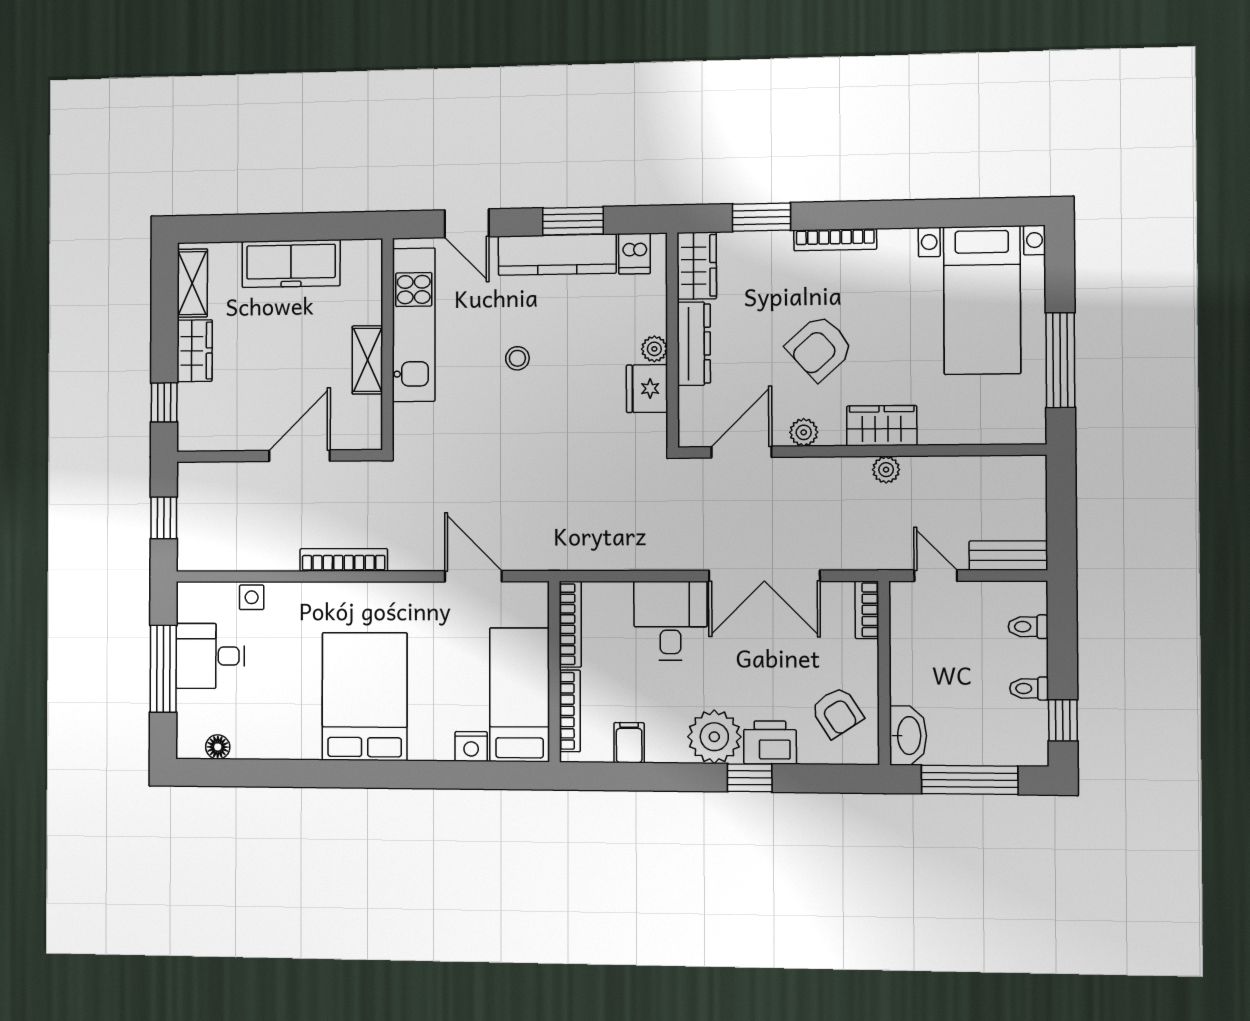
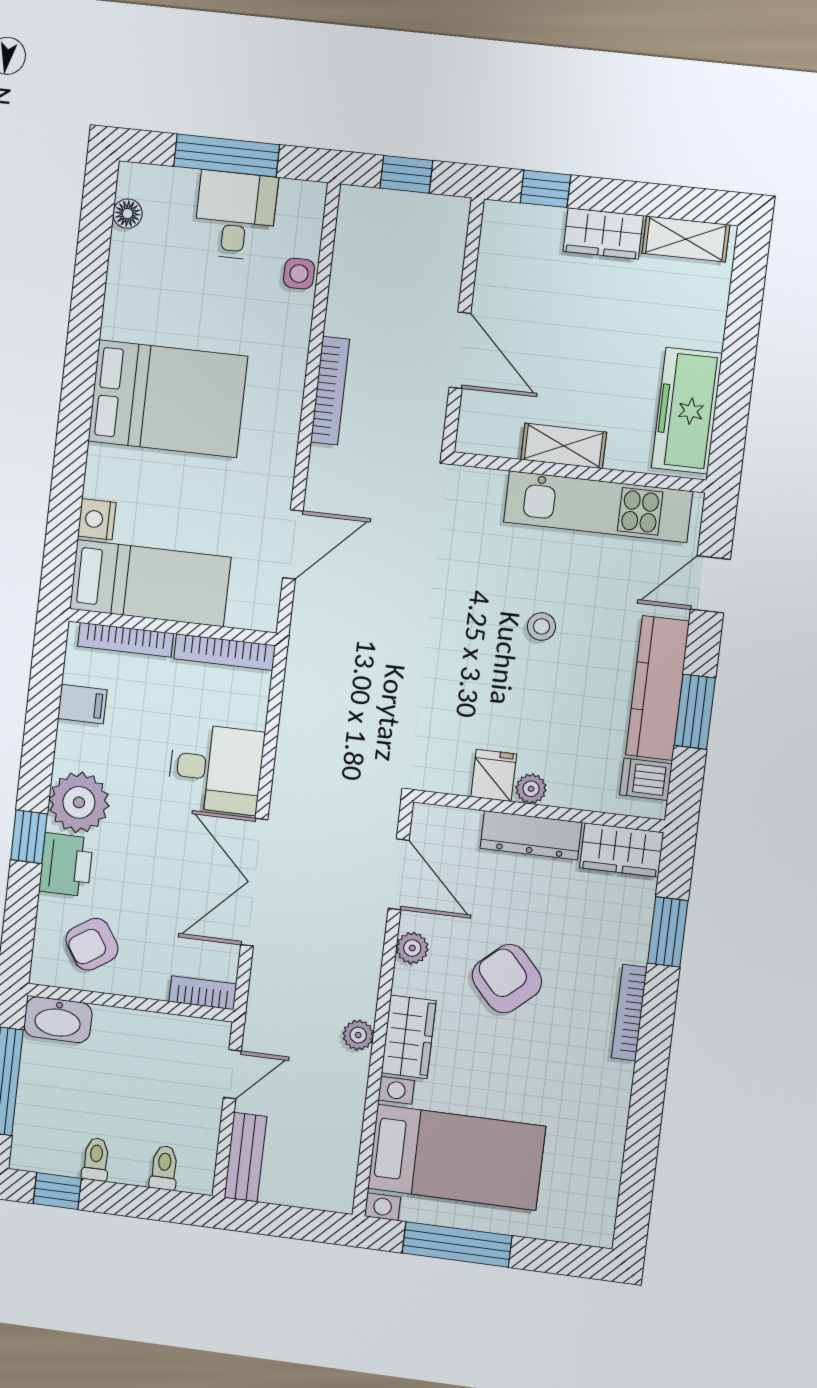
freezer: (291, 264) -> (687, 411), moved
bed with nightstands: (982, 300) -> (456, 1157), moved, turned 180
fridge: (647, 389) -> (494, 775), width x0.72

